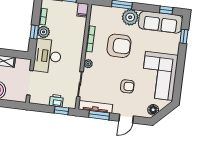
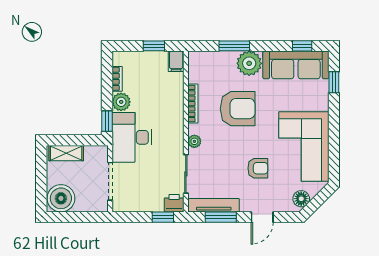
window: (34, 32) -> (107, 121), moved
printer: (56, 101) -> (174, 203), moved

